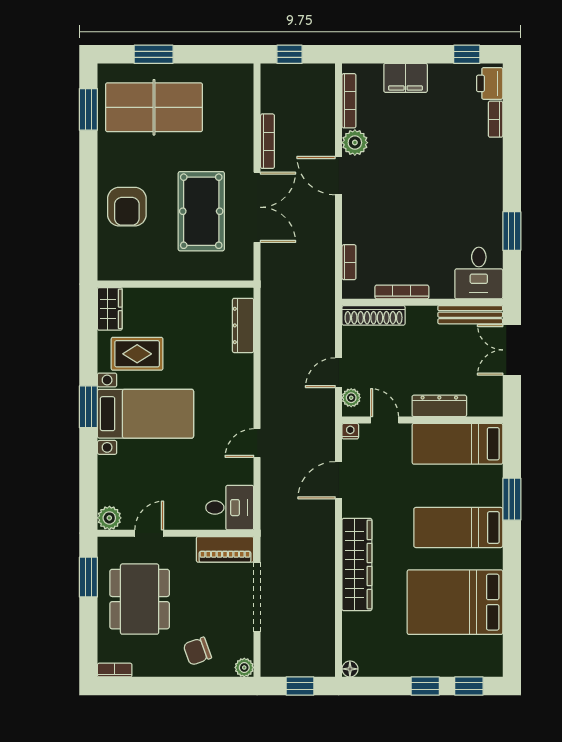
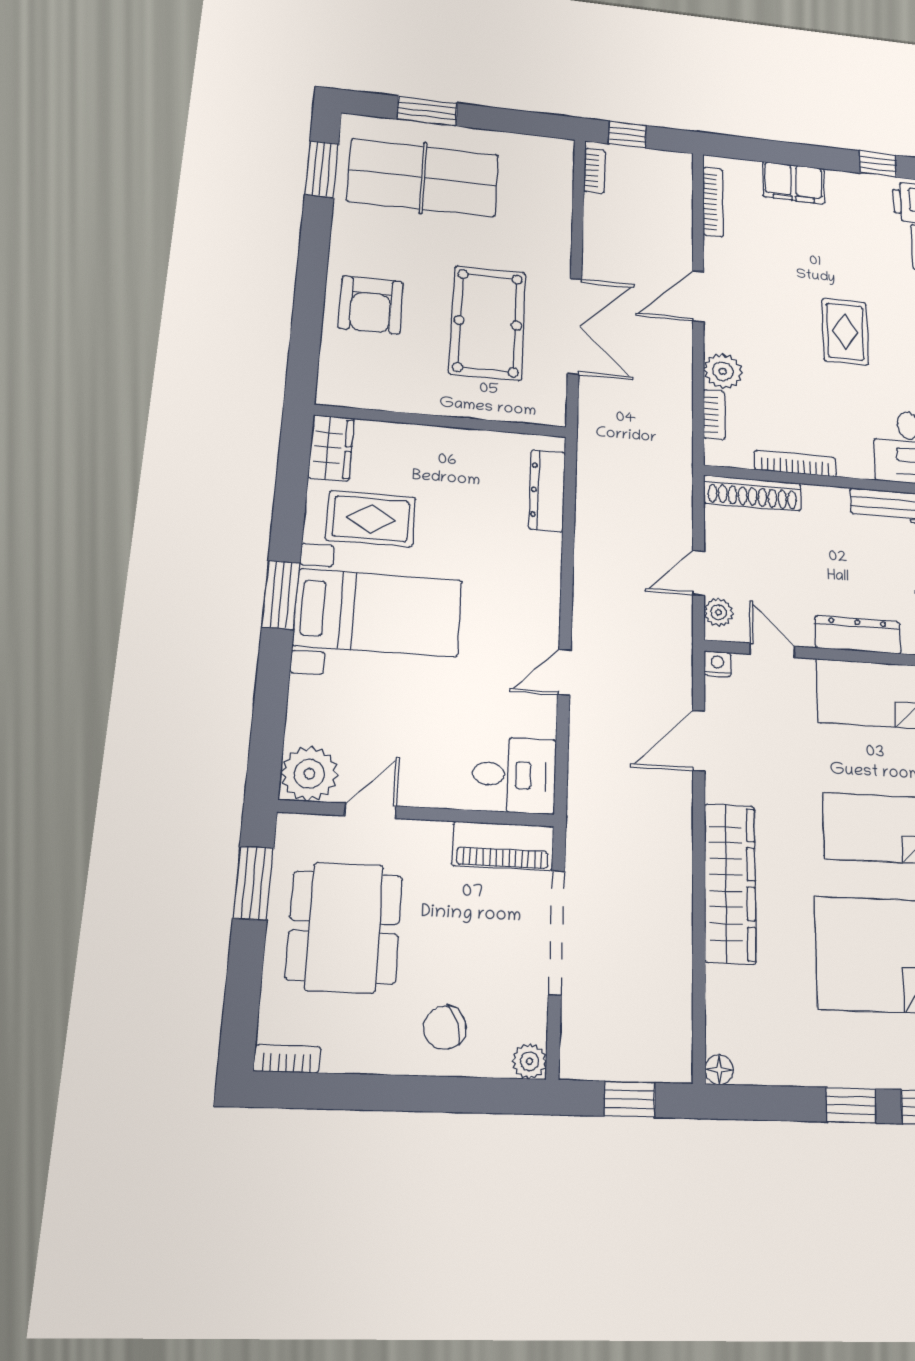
bookcase: (267, 141) -> (594, 171), moved, width x0.64
plant: (355, 143) -> (723, 371), moved
door: (339, 176) -> (698, 296), hinge flipped
rug: (438, 191) -> (845, 332), added
plant: (109, 518) -> (309, 774), width x1.36, depth x1.36

